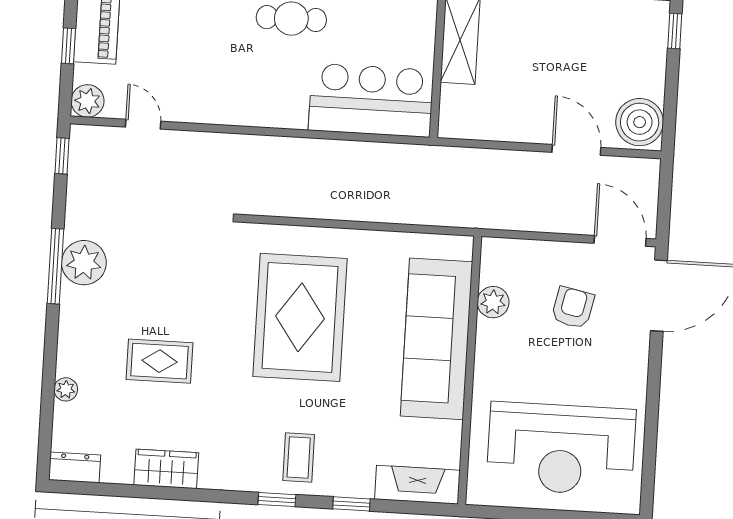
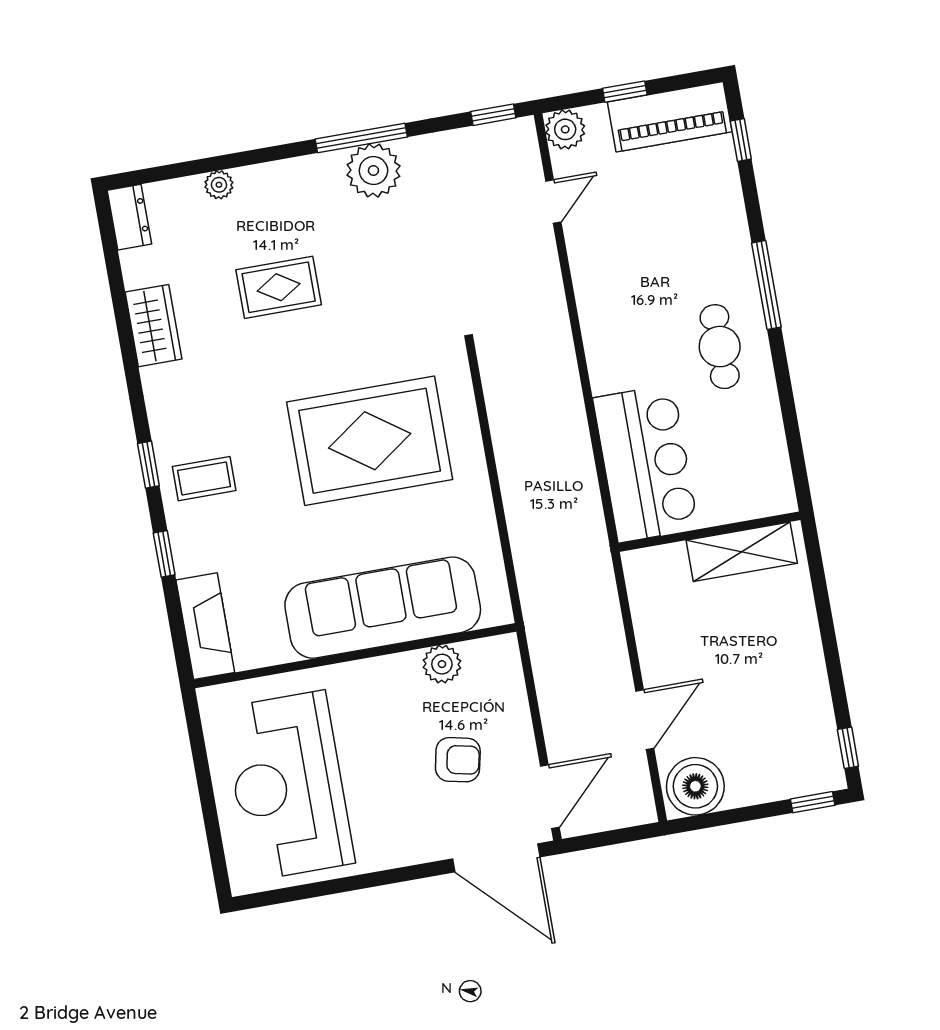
rug: (159, 361) -> (279, 287), turned 90

